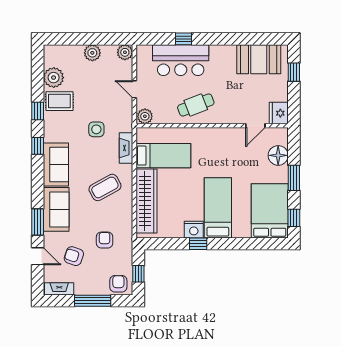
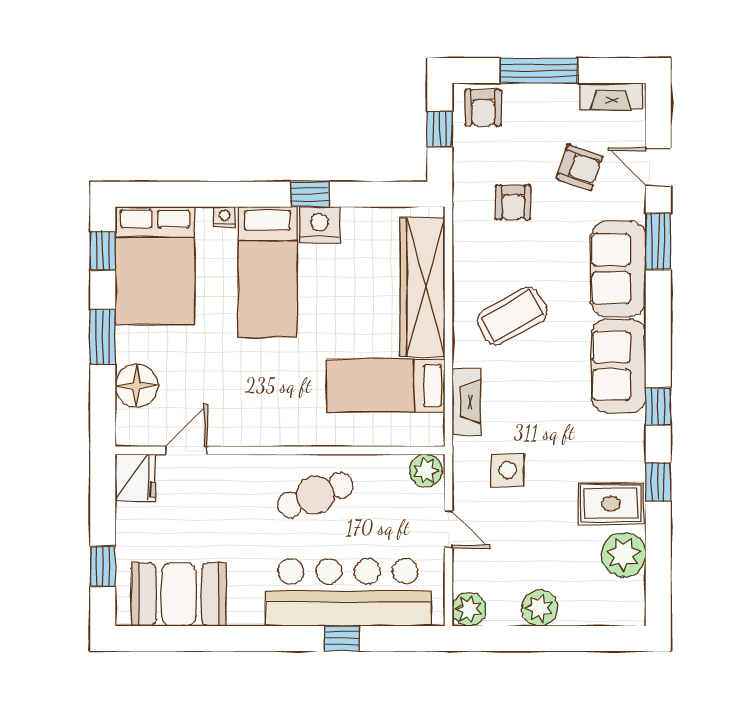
bar counter: (181, 60) -> (348, 592), width x1.36
side table: (96, 129) -> (508, 470), moved
nightstand: (238, 233) -> (225, 217), added

